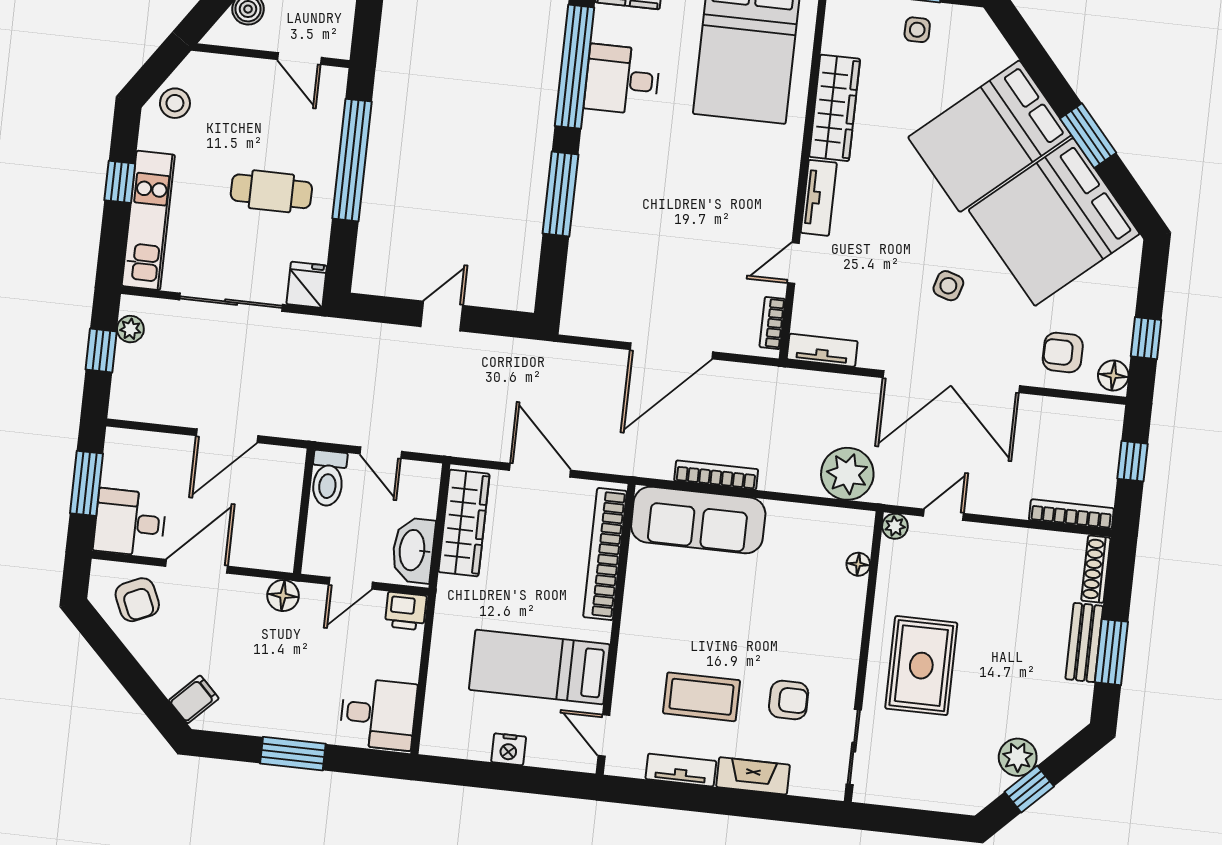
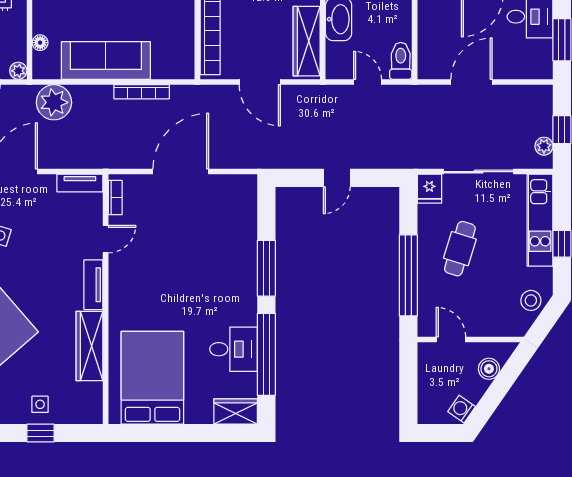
cafe table: (271, 191) -> (460, 249), turned -73
sofa: (698, 520) -> (106, 60), moved

